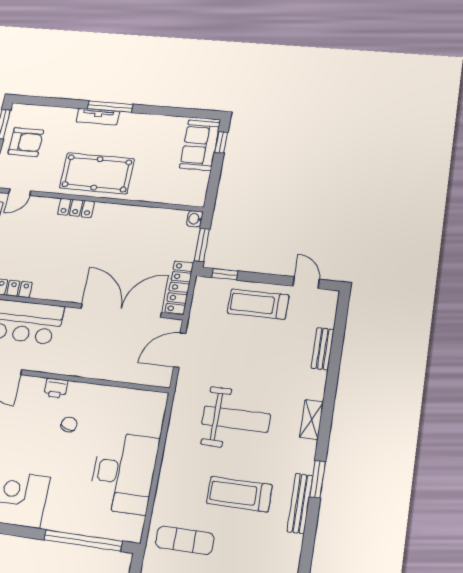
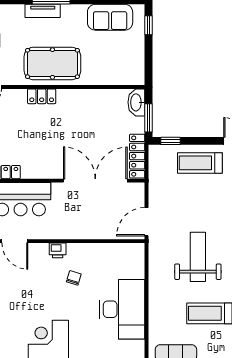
sofa: (200, 145) -> (110, 17), moved, turned -90
washbasin: (195, 219) -> (136, 102), width x1.91, depth x1.45
door: (180, 350) -> (147, 222), moved
weight bench: (236, 419) -> (198, 257), turned -90

